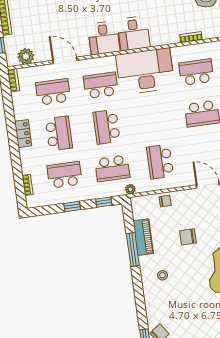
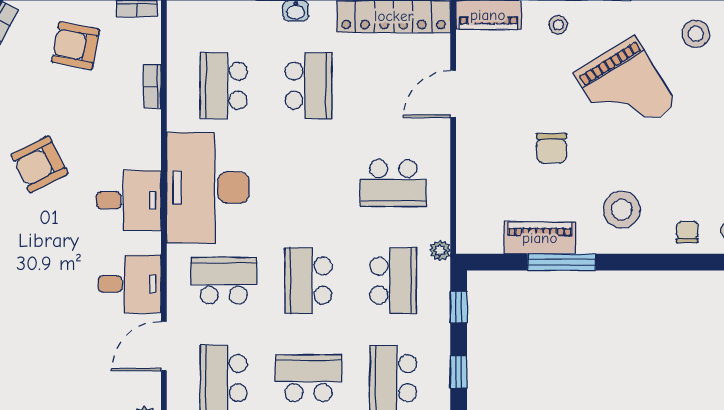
desk: (104, 38) -> (130, 284), moved
school desk: (101, 85) -> (224, 281), turned 90
school desk: (107, 127) -> (308, 281), turned 90
chair: (165, 201) -> (687, 232), moved
stool: (163, 275) -> (622, 210), width x1.89, depth x1.89

